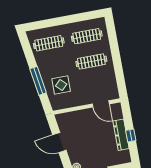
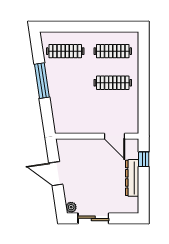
window: (38, 81) -> (42, 81), moved
display table: (61, 85) -> (71, 104), removed
window: (131, 136) -> (144, 159), moved

